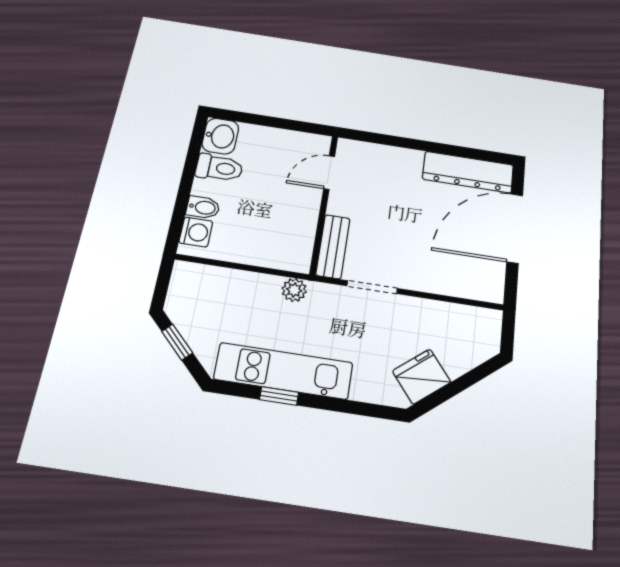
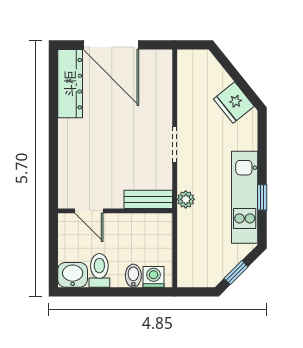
door: (329, 172) -> (89, 211), moved
wall: (324, 204) -> (115, 211), moved
bench: (333, 247) -> (148, 199), moved

